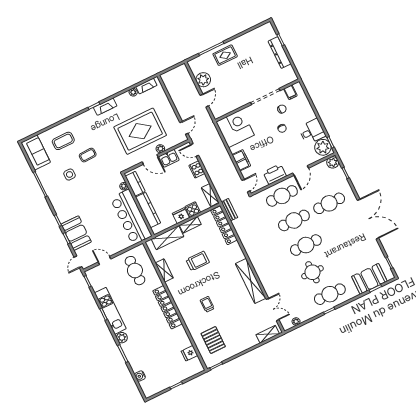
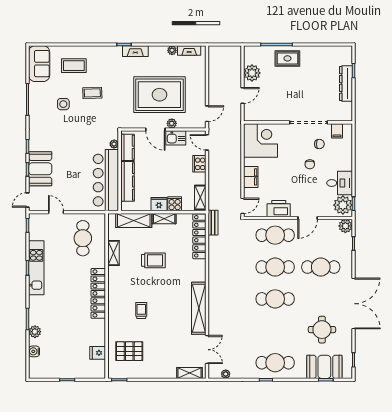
round table: (312, 272) -> (322, 330), moved
plant: (122, 338) -> (35, 332), moved
pallet: (213, 340) -> (129, 351), turned 90

